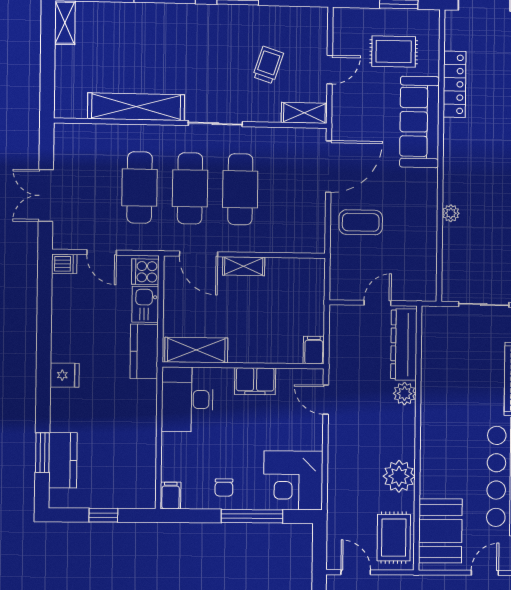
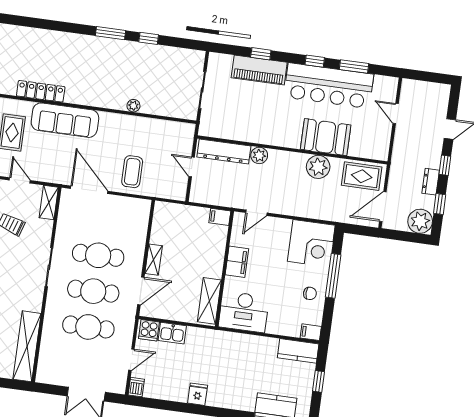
shelving: (136, 107) -> (27, 346), moved
kitchen counter: (144, 351) -> (298, 351), moved
fridge: (65, 375) -> (198, 394), moved
booth: (440, 531) -> (326, 137), moved
door: (356, 572) -> (383, 207), width x1.38

